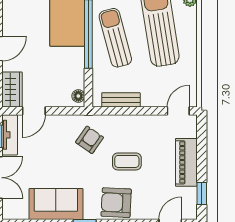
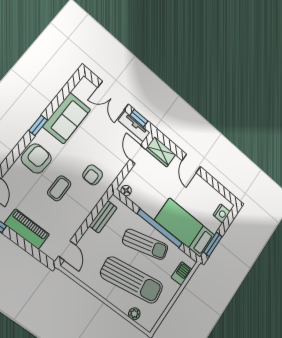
armchair: (90, 140) -> (93, 175), turned 55

